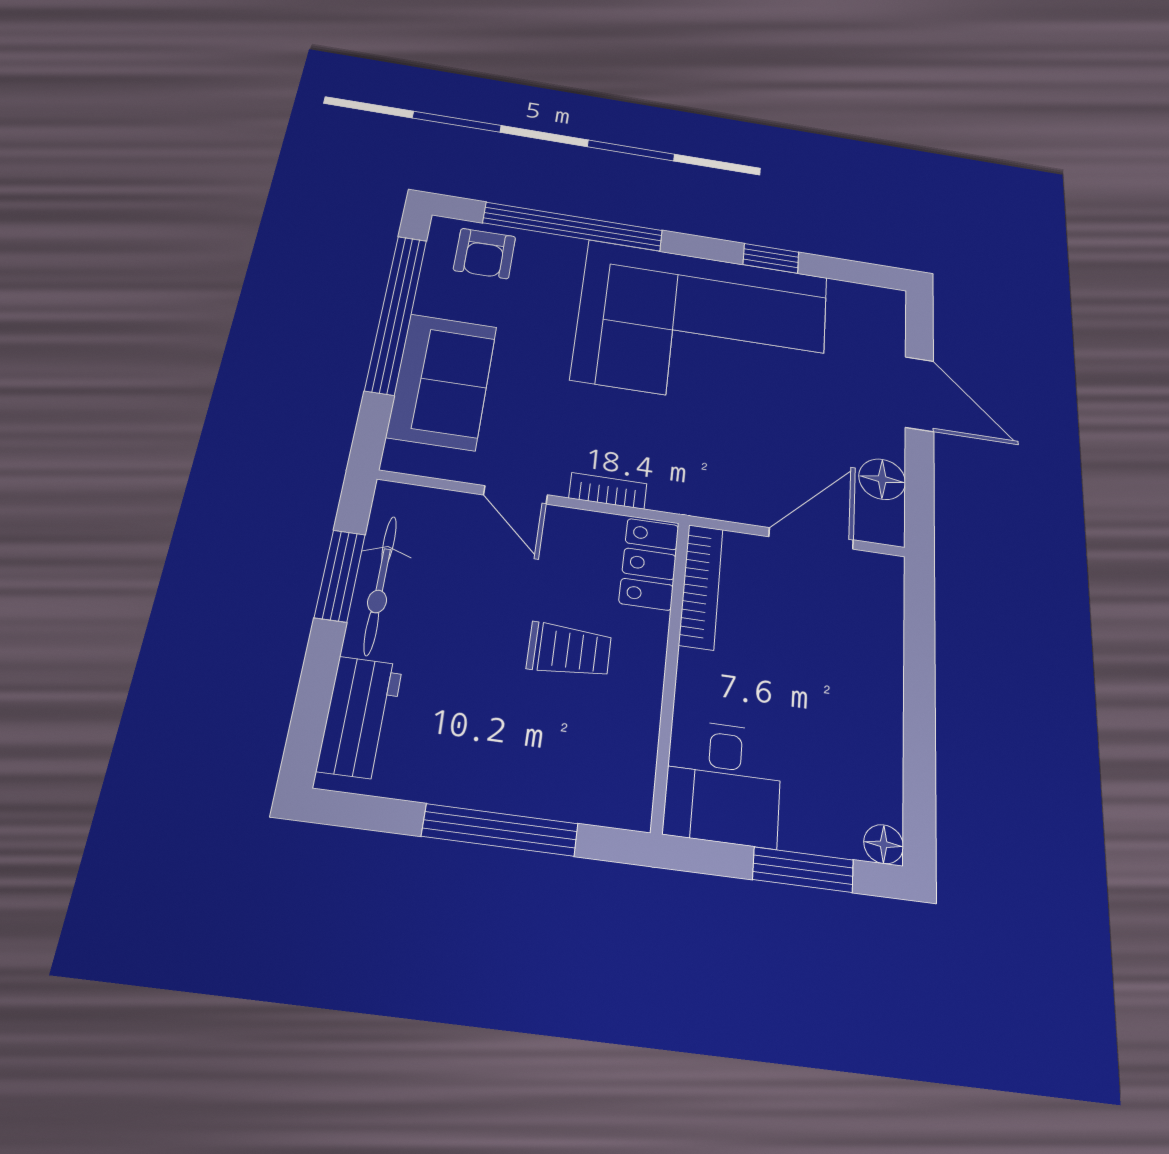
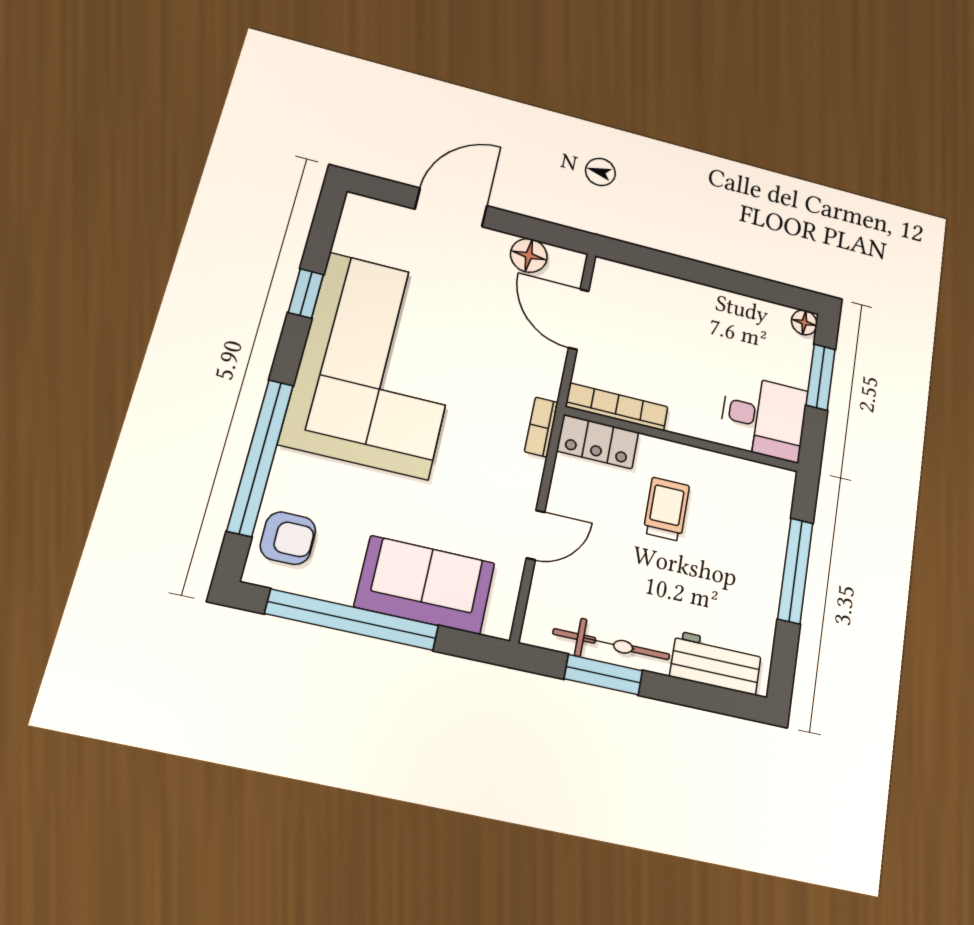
bookcase: (608, 491) -> (541, 427), moved

